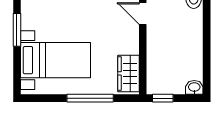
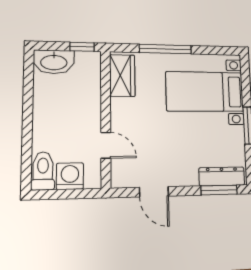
washbasin: (194, 87) -> (54, 62), width x1.91, depth x1.45

